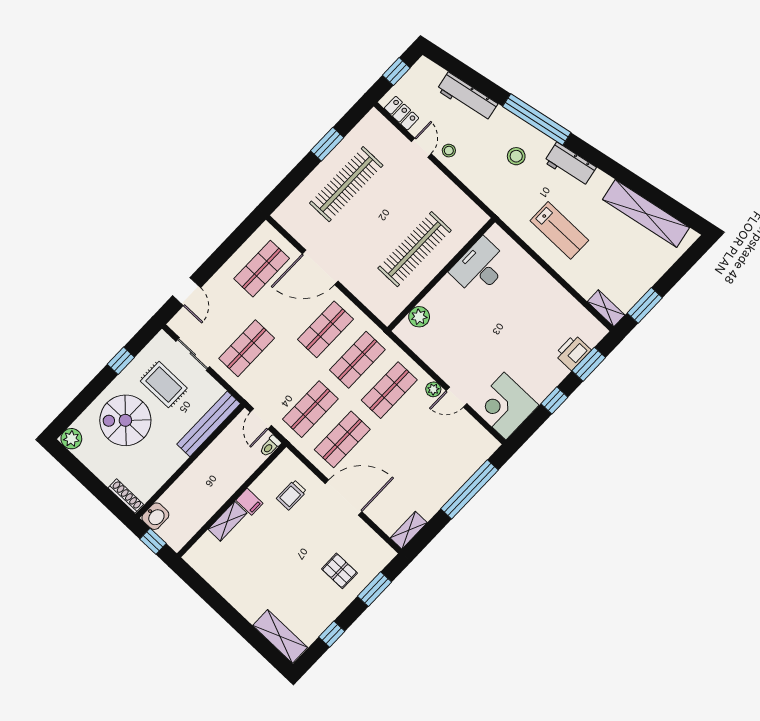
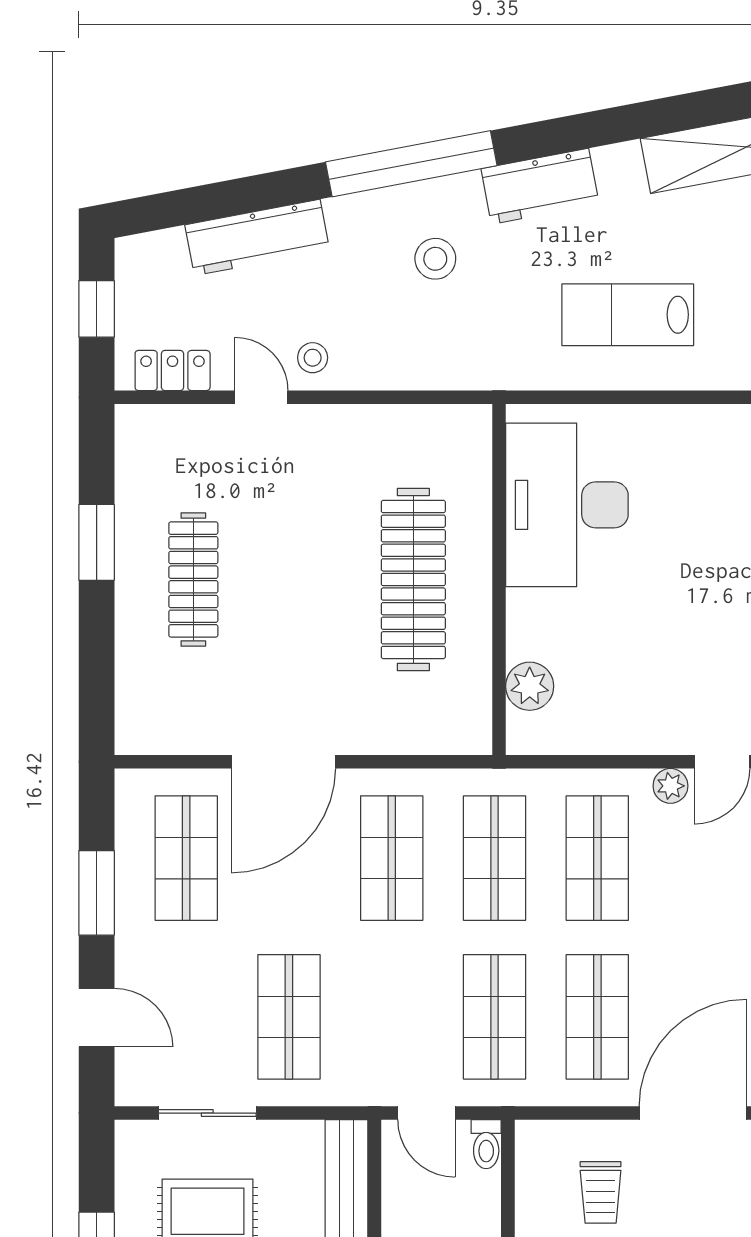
clothes rail: (346, 184) -> (193, 579), width x0.73, depth x0.76
lab bench: (559, 230) -> (628, 315), turned 180
window: (223, 253) -> (97, 893), added
desk: (480, 267) -> (567, 505), width x1.36, depth x1.30

